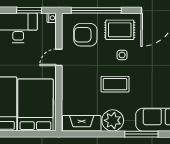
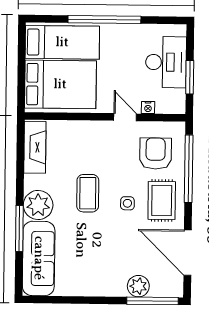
nightstand: (52, 18) -> (148, 108), moved
plant: (113, 120) -> (38, 205), moved

